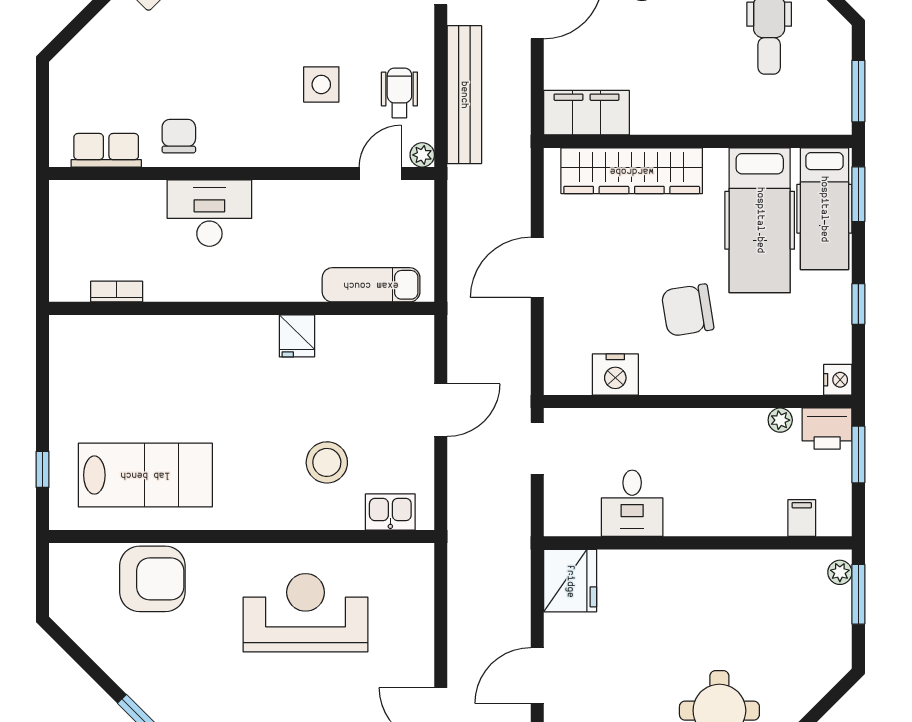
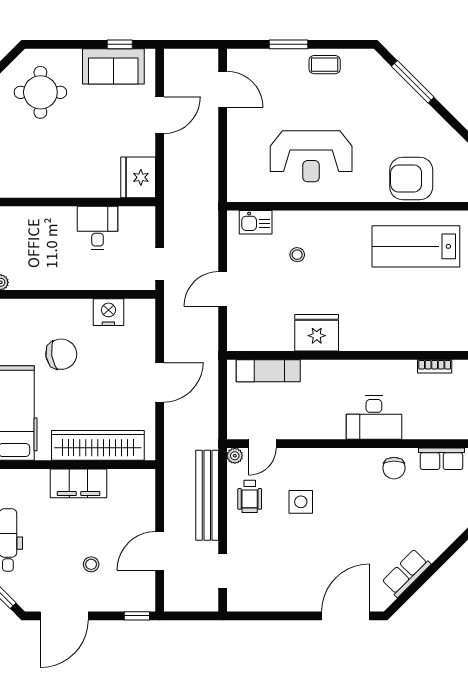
filing cabinet: (586, 113) -> (79, 483), moved
fridge: (297, 336) -> (317, 333), width x1.88, depth x1.34
stool: (327, 462) -> (297, 255), width x0.53, depth x0.53

